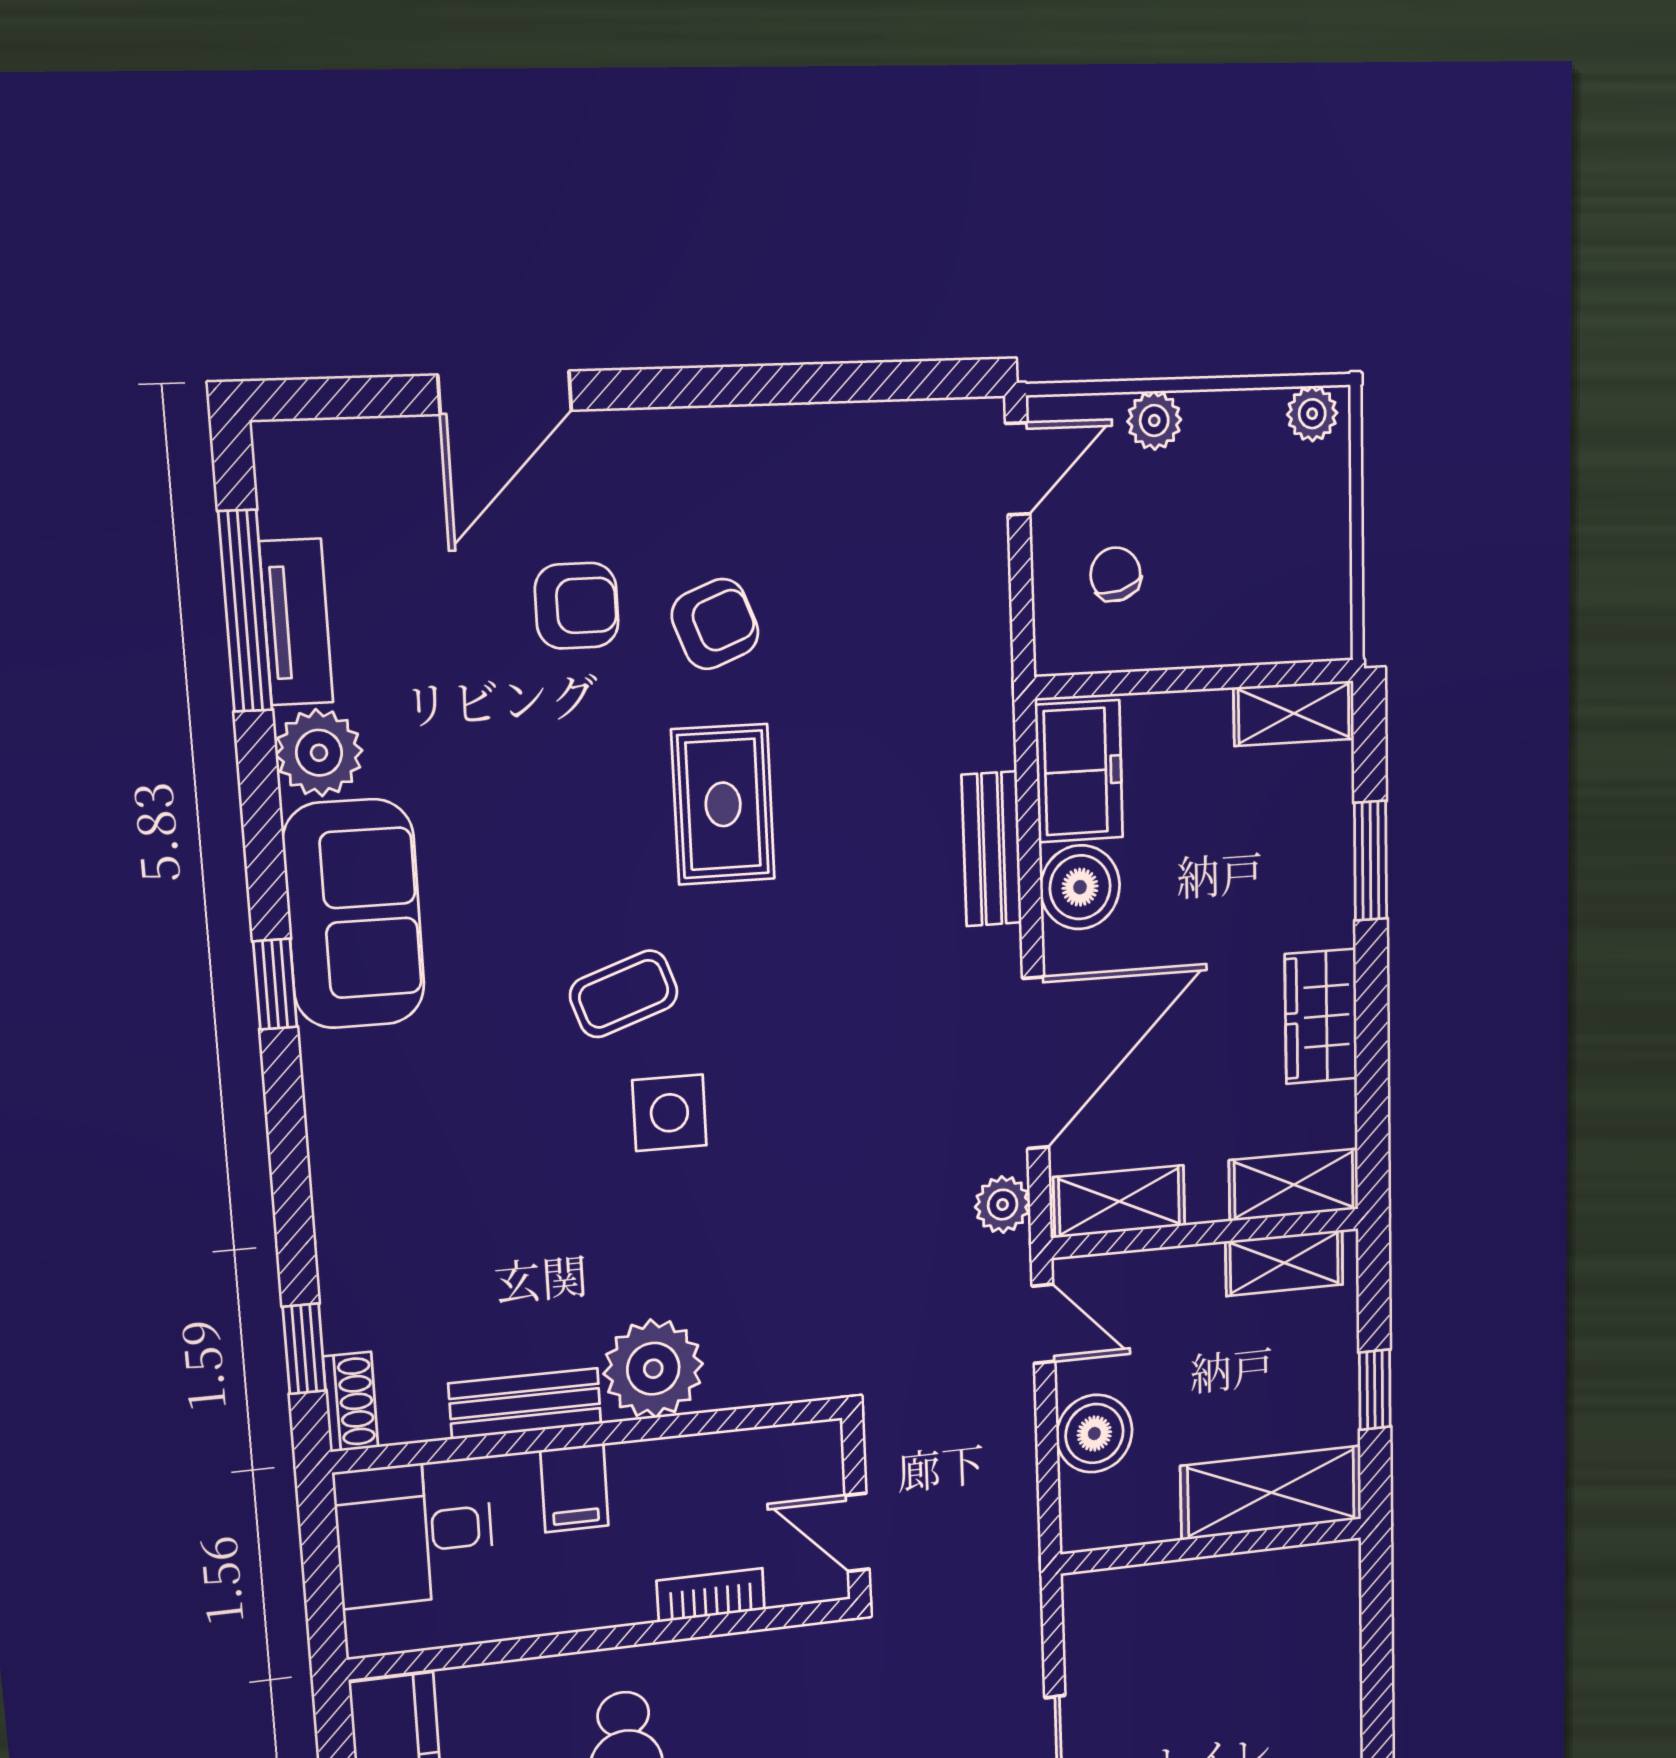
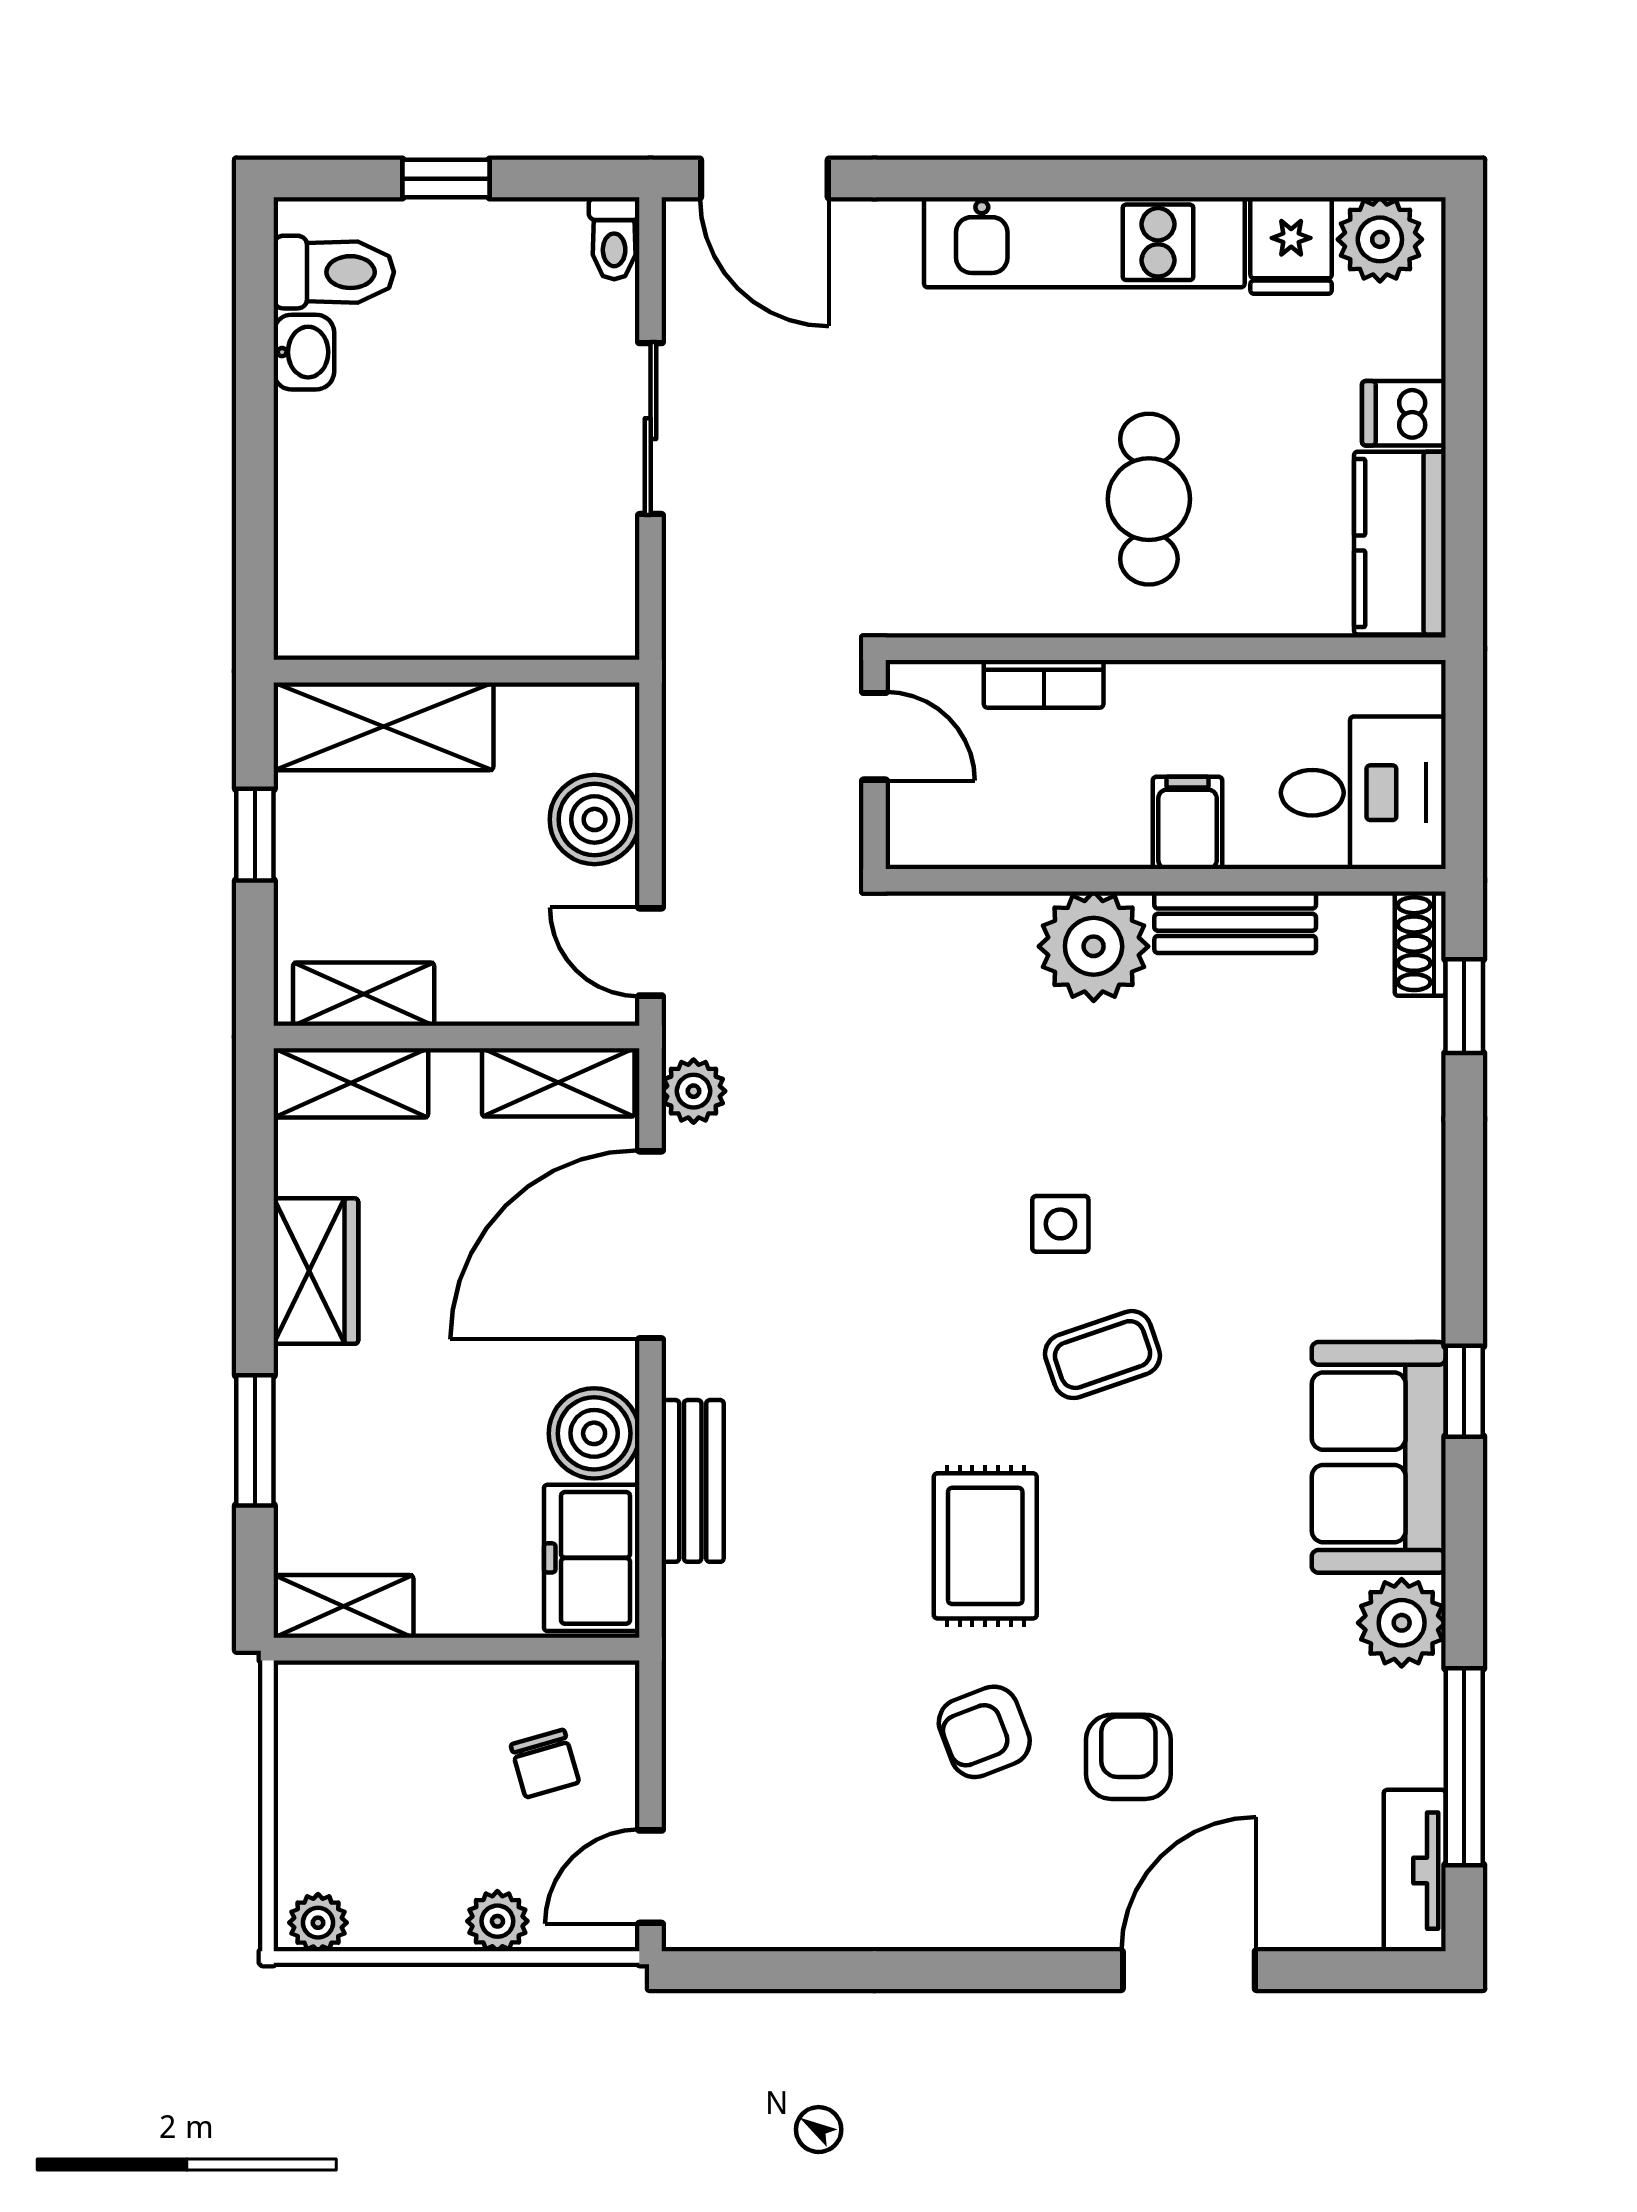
armchair: (577, 606) -> (1128, 1757), turned 90
tv unit: (296, 622) -> (1415, 1871), moved
side table: (669, 1113) -> (1060, 1224), width x0.73, depth x0.73

